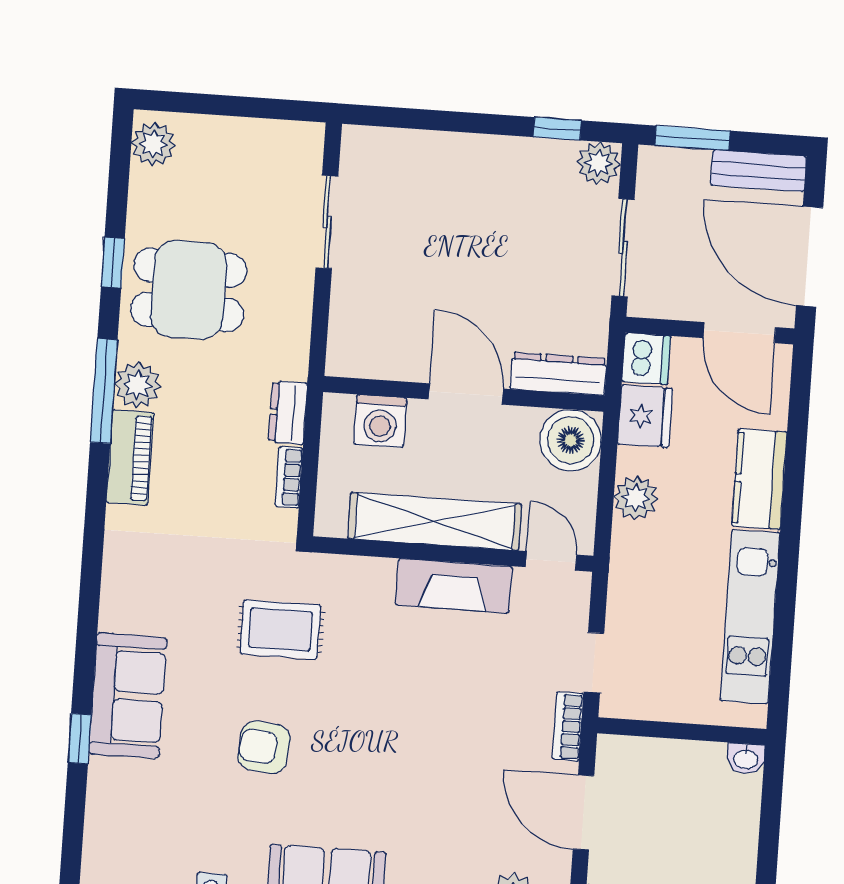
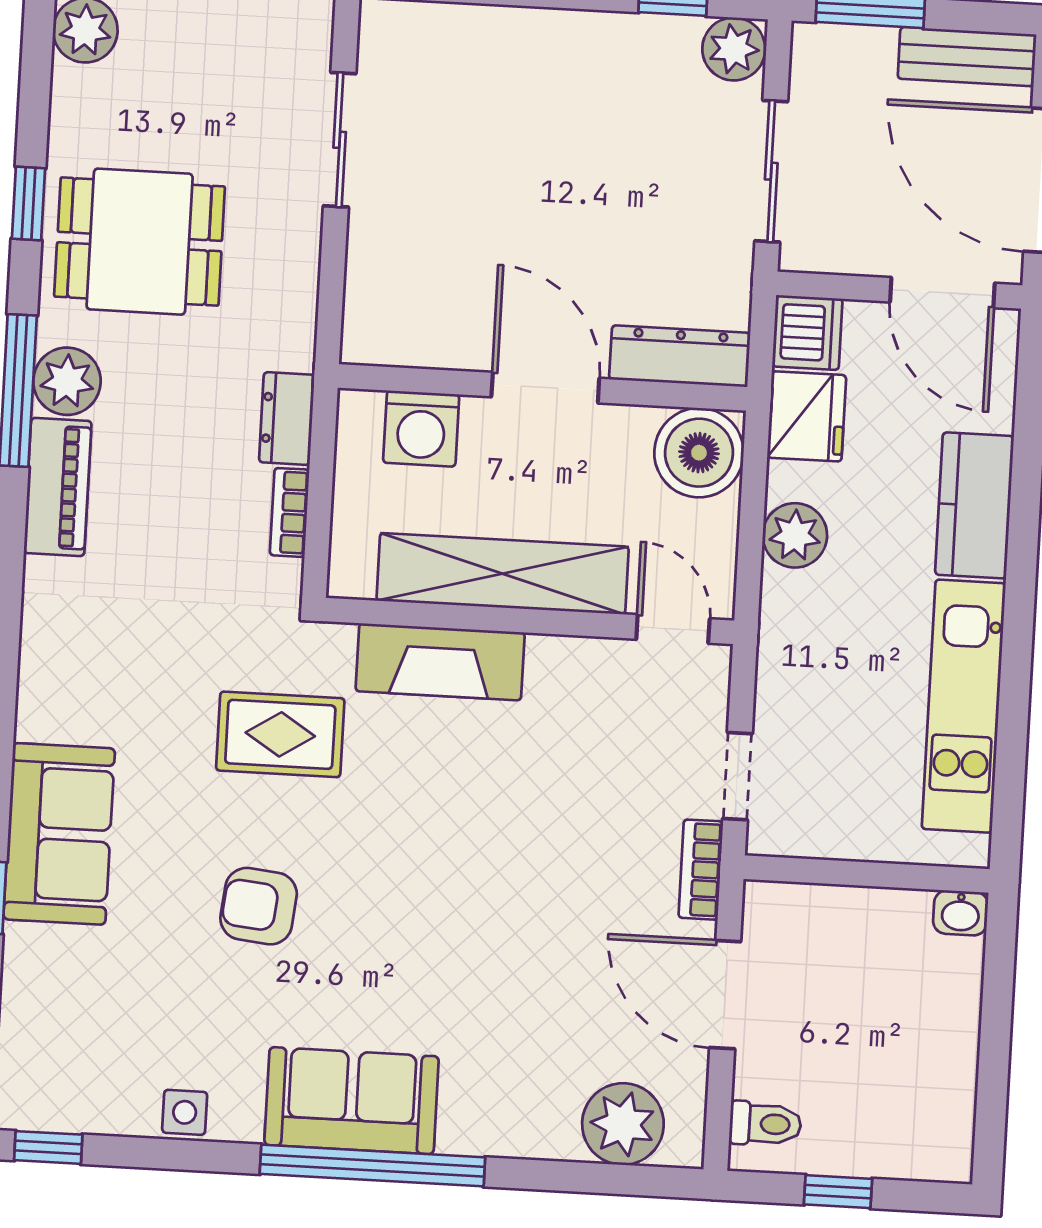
fireplace: (454, 586) -> (440, 662), moved

